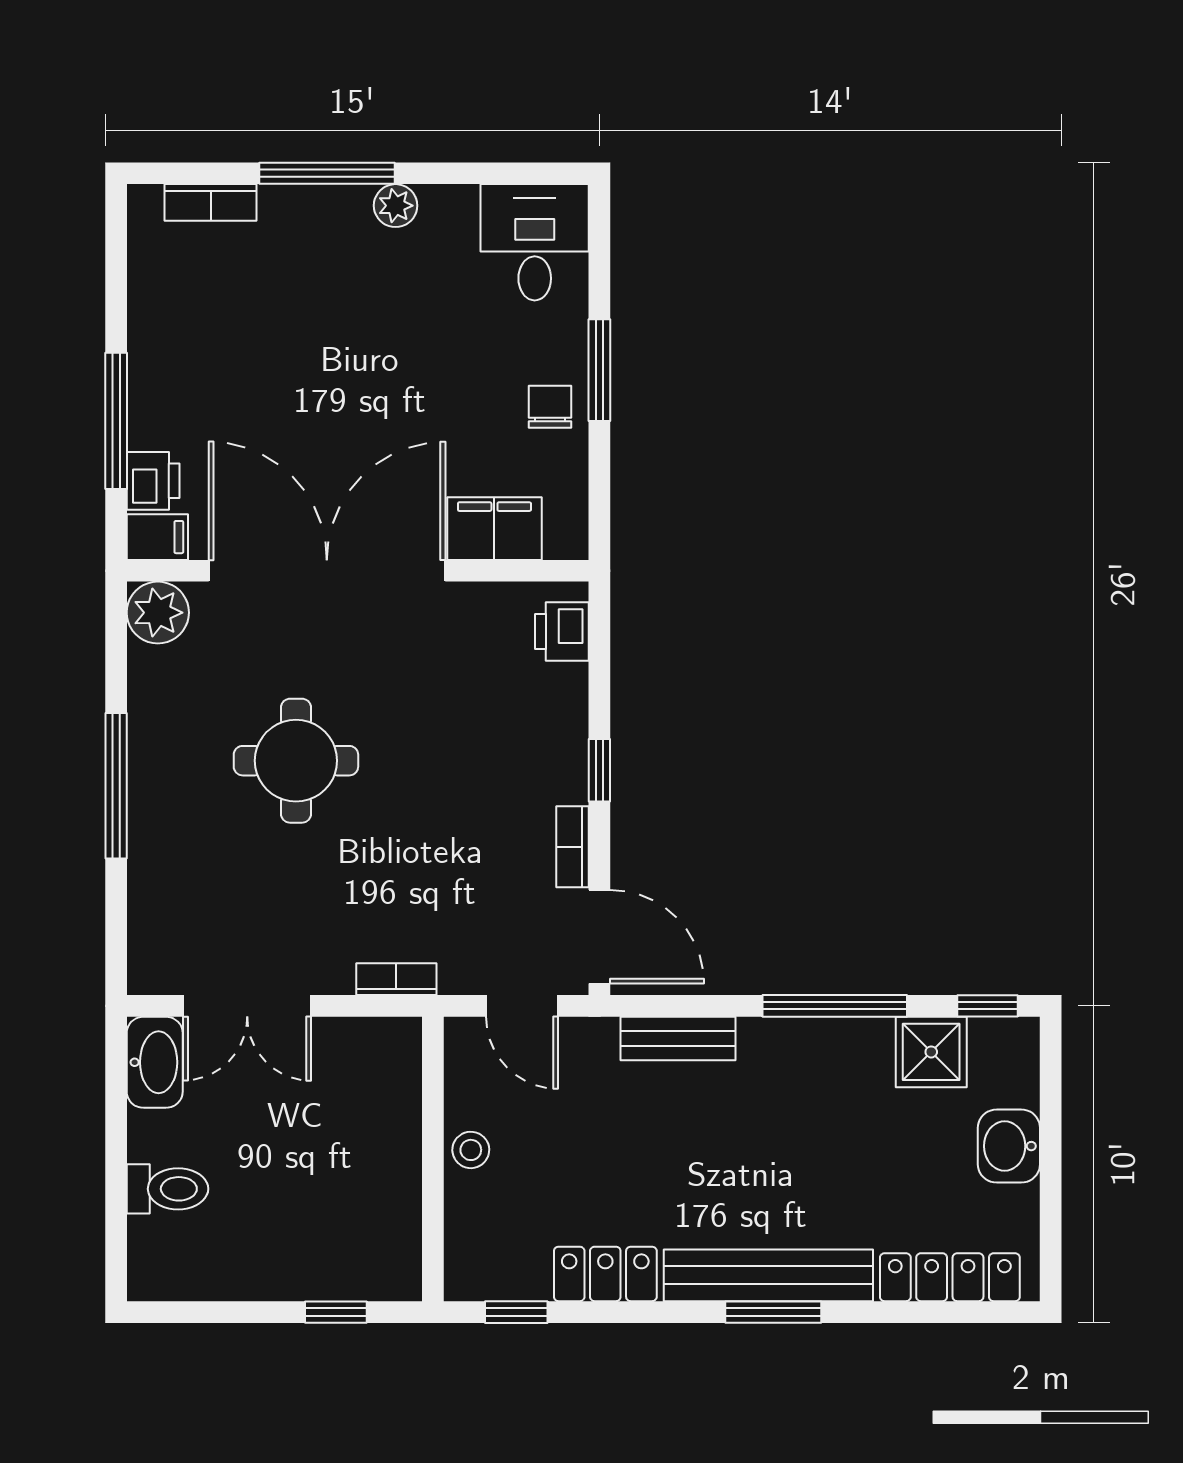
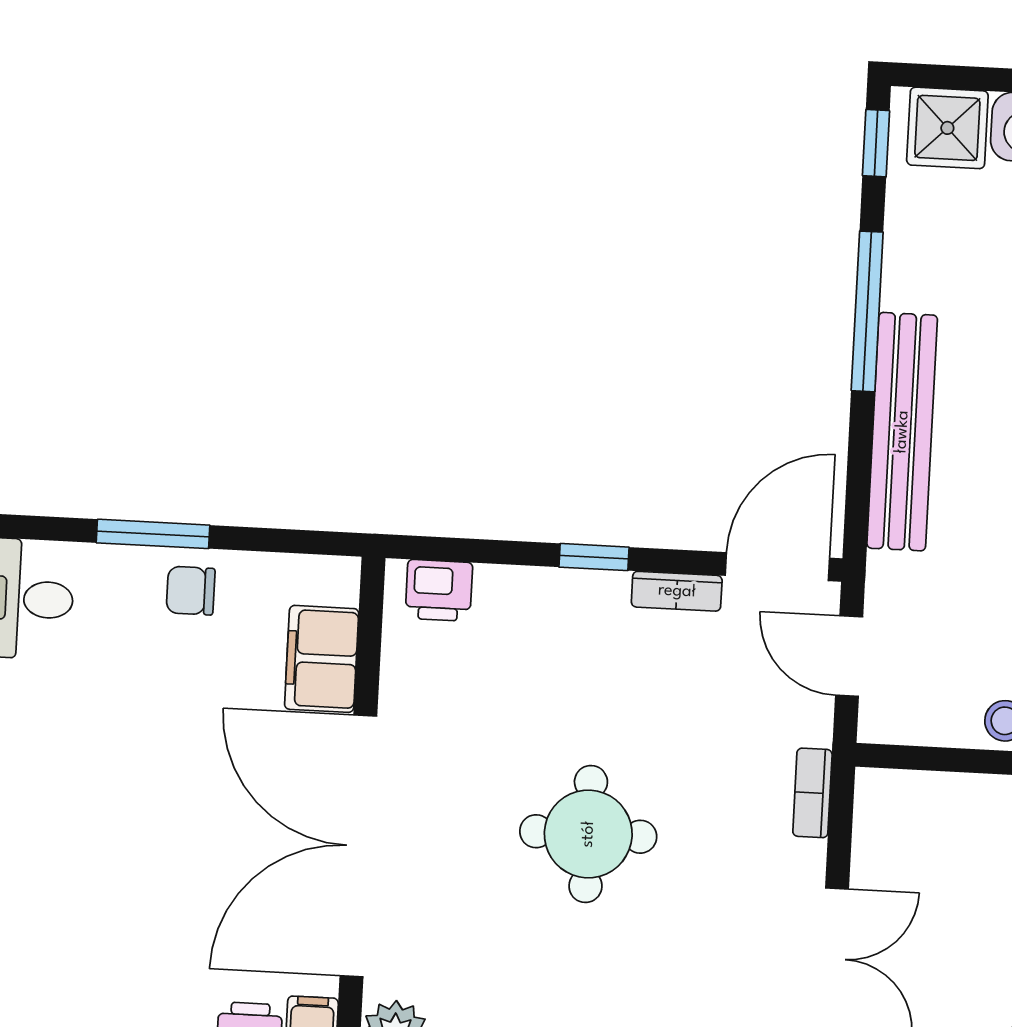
round table: (296, 761) -> (588, 834), moved
door: (522, 1006) -> (849, 656), swing flipped
bench: (678, 1039) -> (902, 432), width x1.86, depth x1.21
shower: (931, 1052) -> (947, 128), moved

